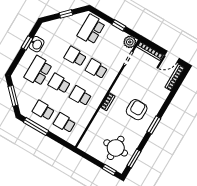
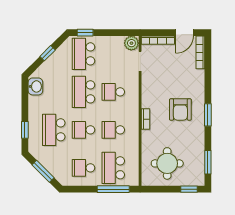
window: (119, 25) -> (85, 33), moved
window: (27, 43) -> (25, 130), moved
washbasin: (36, 44) -> (35, 86), moved
school desk: (75, 56) -> (83, 92), width x1.85
armchair: (137, 110) -> (180, 110), turned 180
school desk: (64, 123) -> (113, 168), width x1.85
window: (36, 126) -> (113, 189), moved
round table: (116, 148) -> (167, 163), moved

